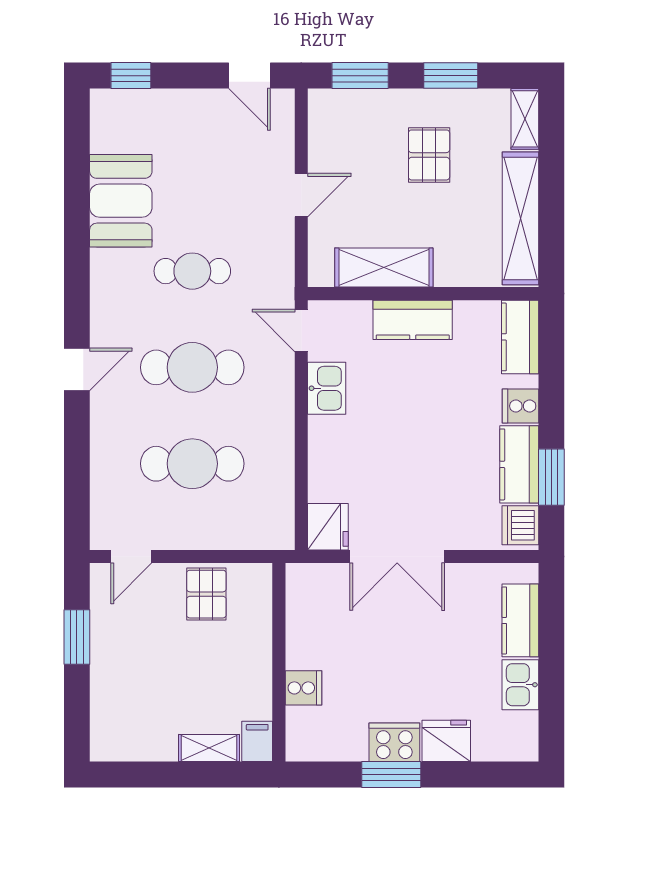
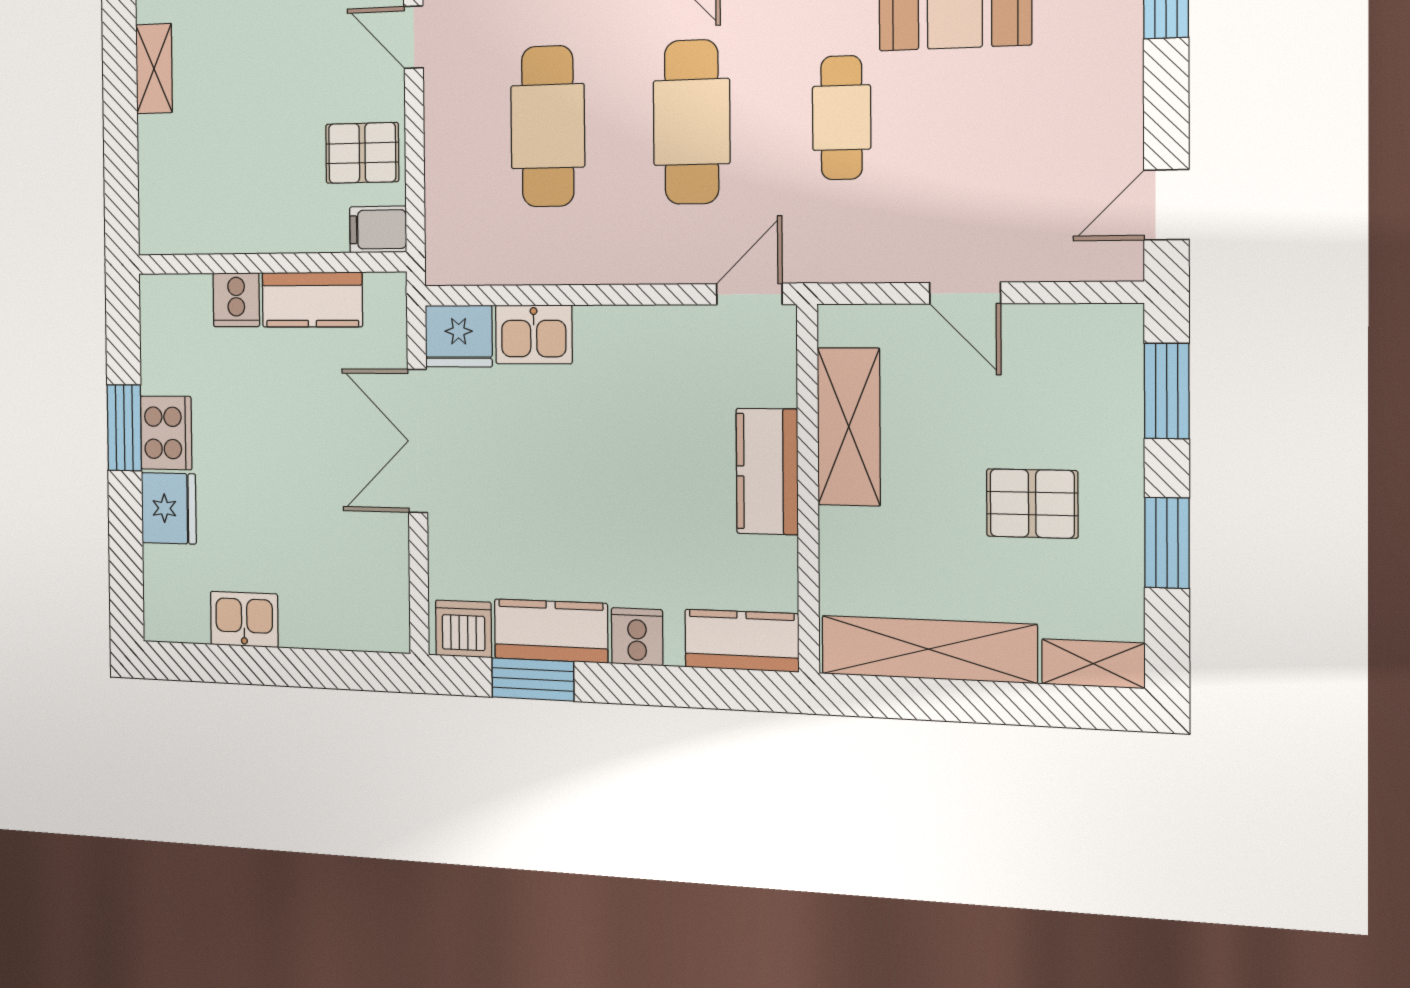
kitchen sink: (327, 388) -> (534, 334), moved
kitchen counter: (520, 620) -> (312, 300), moved, turned 180
filing cabinet: (257, 741) -> (378, 229), moved, turned 180
shelving: (209, 748) -> (154, 69), moved

